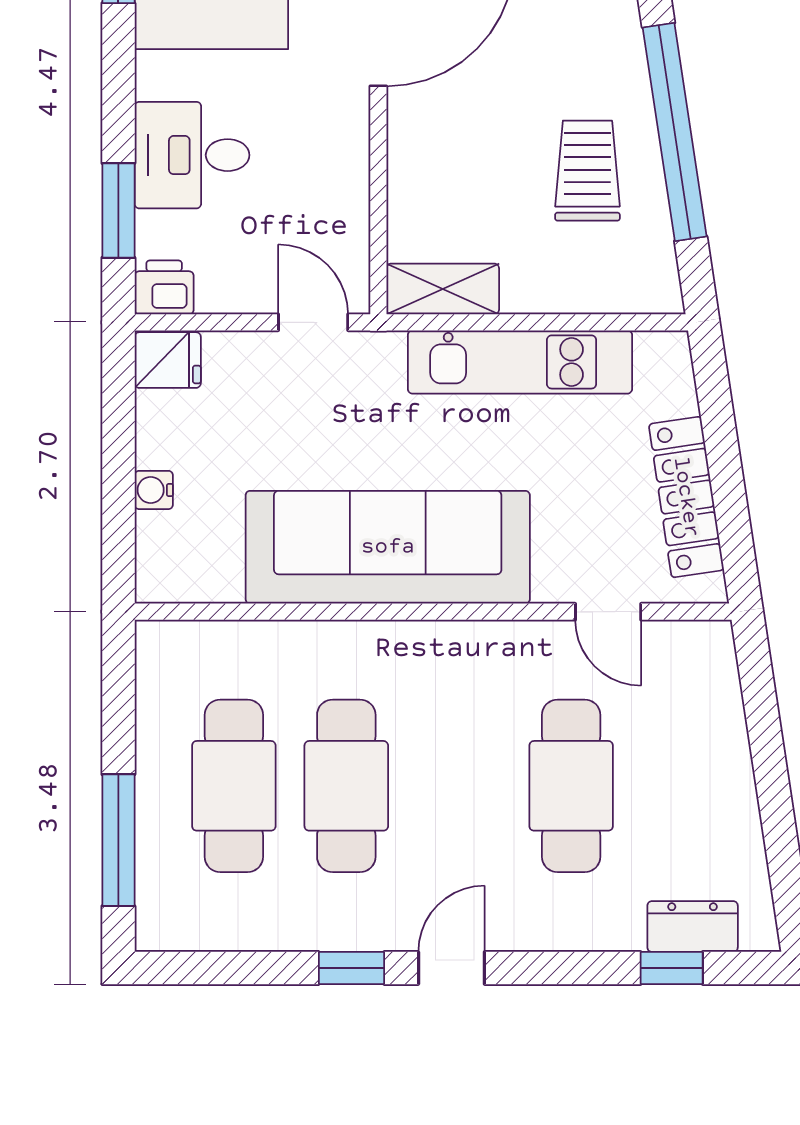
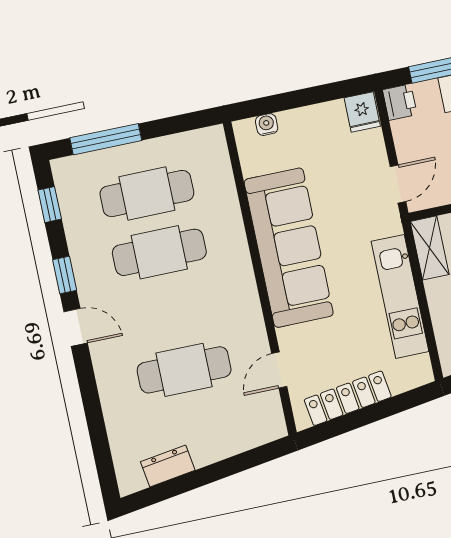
water cooler: (154, 490) -> (267, 125), moved
dresser: (693, 927) -> (168, 466), moved, turned -99
window: (672, 968) -> (50, 205), moved

